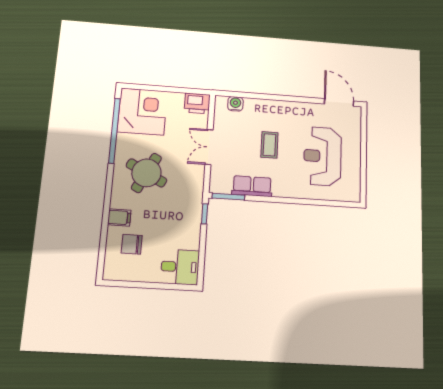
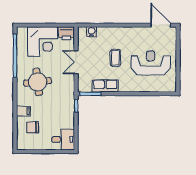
corner desk: (142, 111) -> (43, 42), moved, turned 90
reception desk: (323, 156) -> (151, 63), turned 90
round table: (146, 173) -> (38, 82), turned -33

